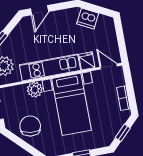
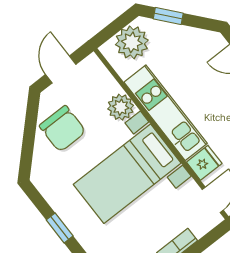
chair: (30, 126) -> (63, 129), turned 83

